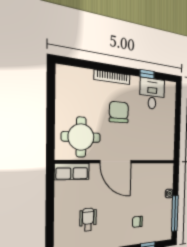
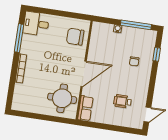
window: (147, 74) -> (19, 38), width x2.17
desk: (152, 94) -> (36, 24), moved
chair: (119, 112) -> (75, 37), moved

